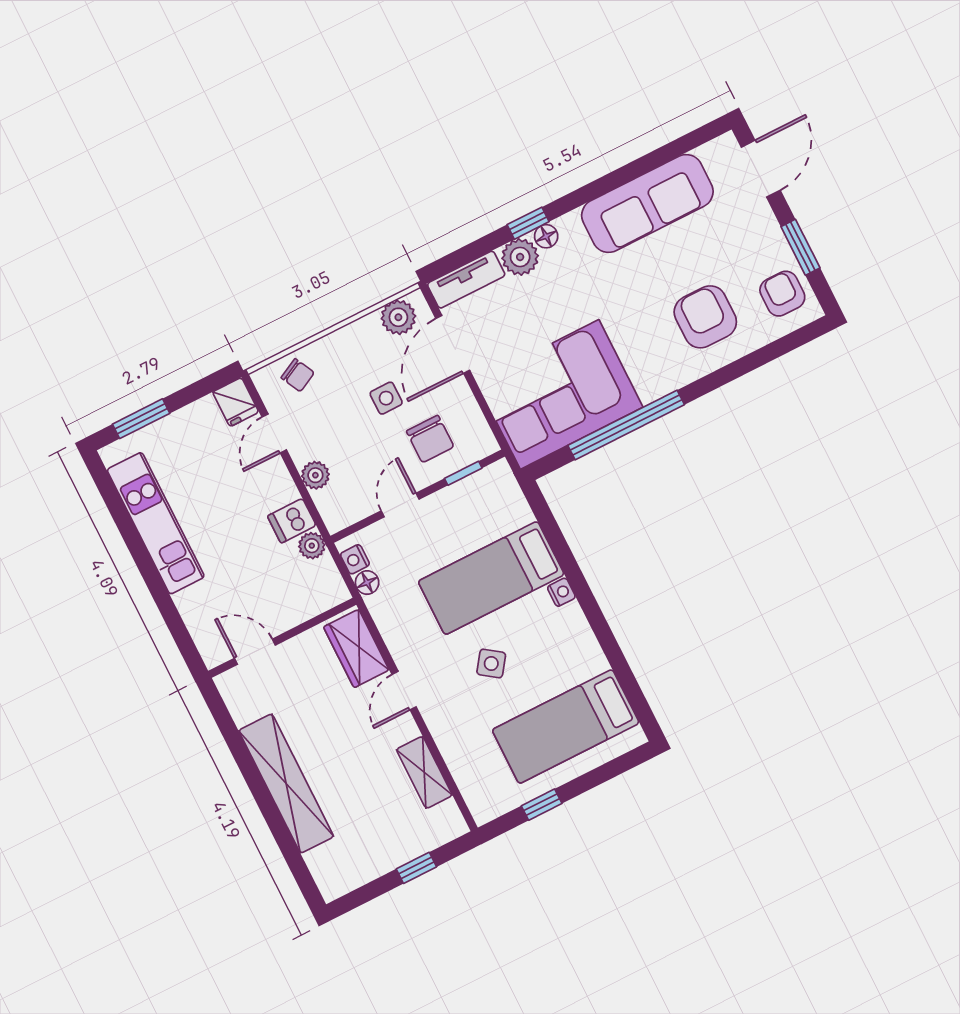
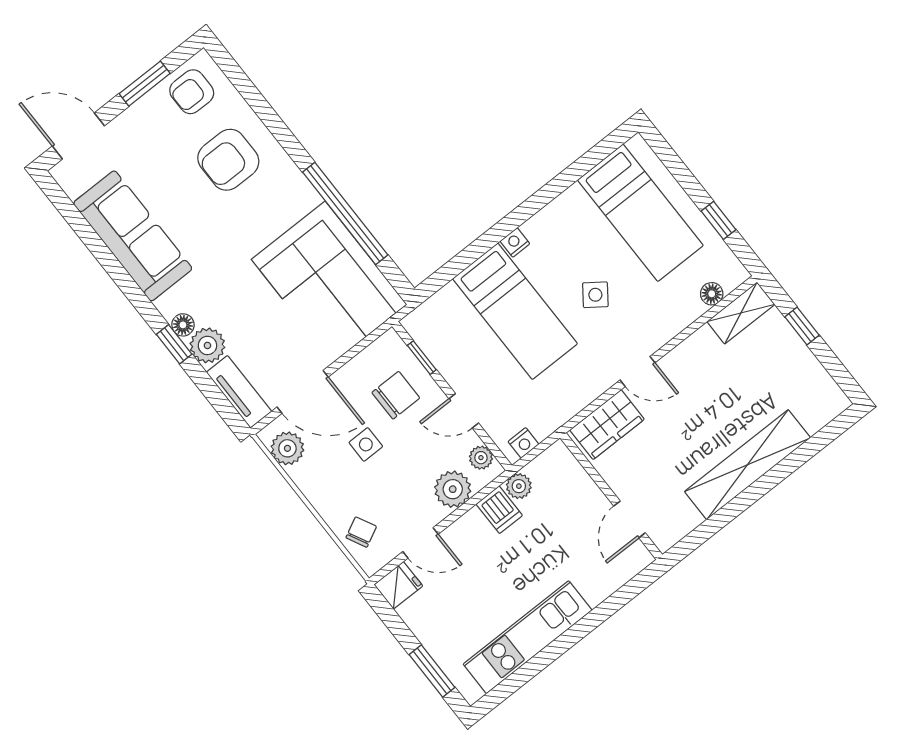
plant: (315, 475) -> (453, 489), width x1.38, depth x1.38
plant: (349, 513) -> (481, 458), added
floor lamp: (367, 583) -> (712, 294), moved
shelving: (424, 772) -> (741, 313), moved

